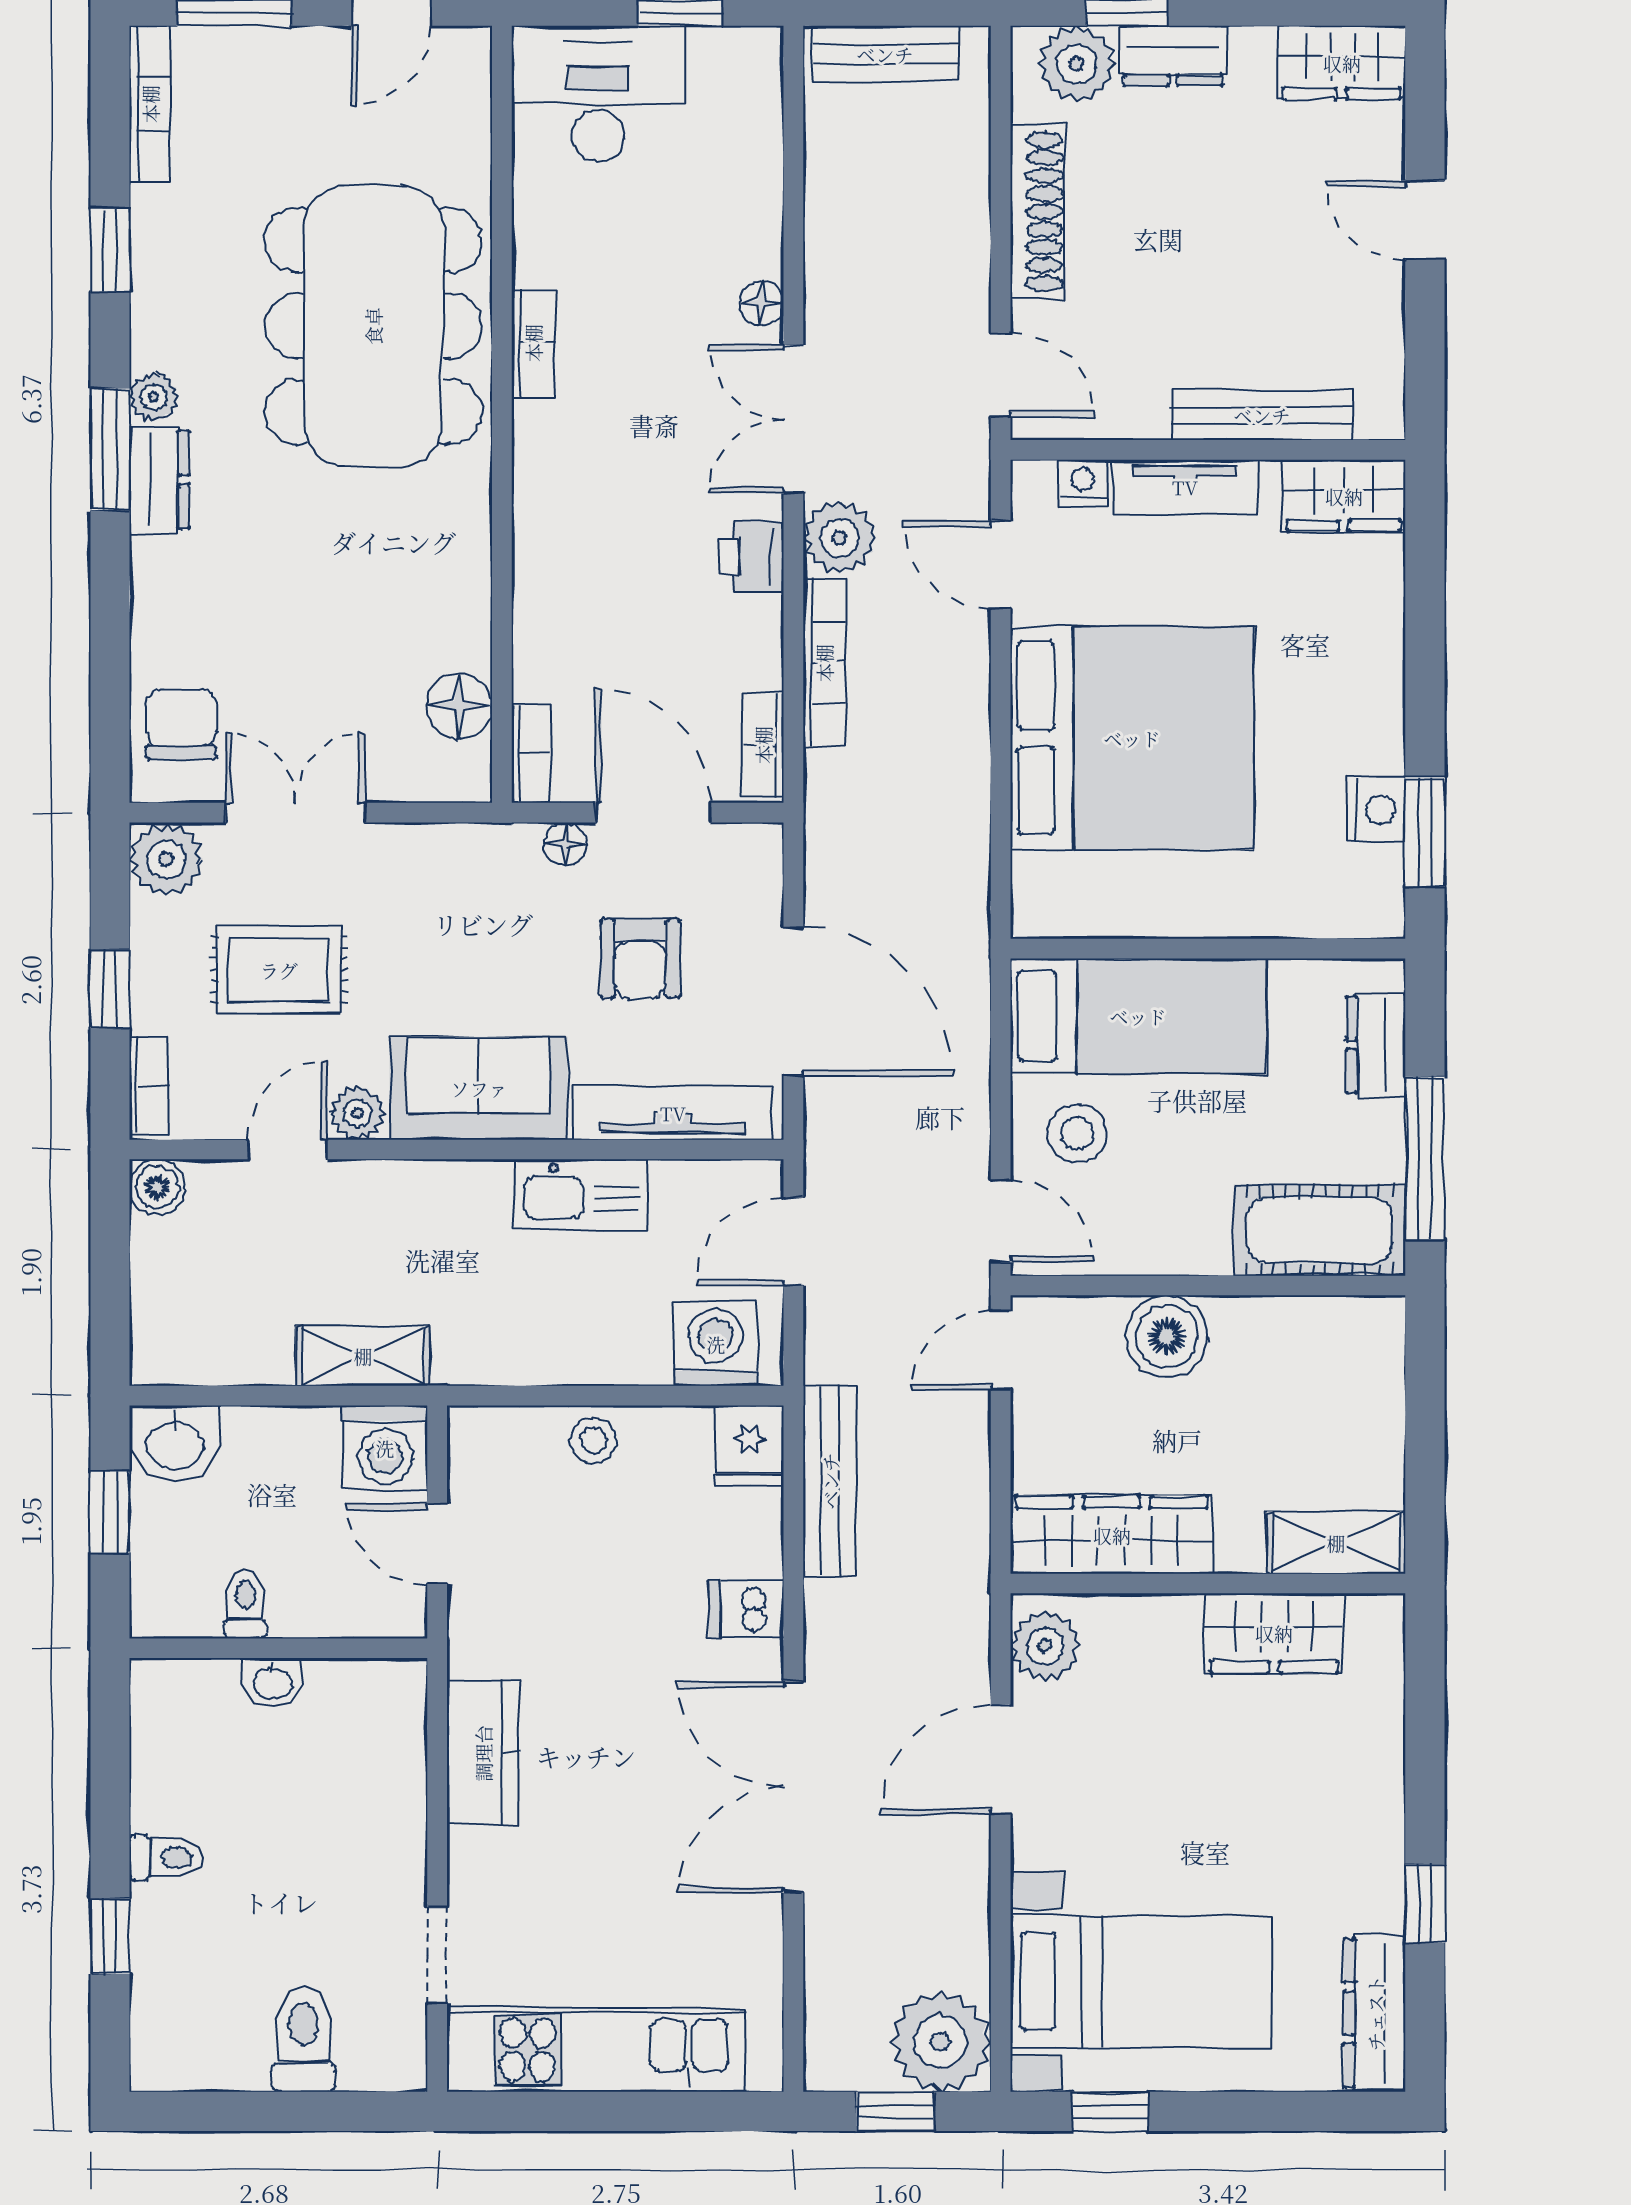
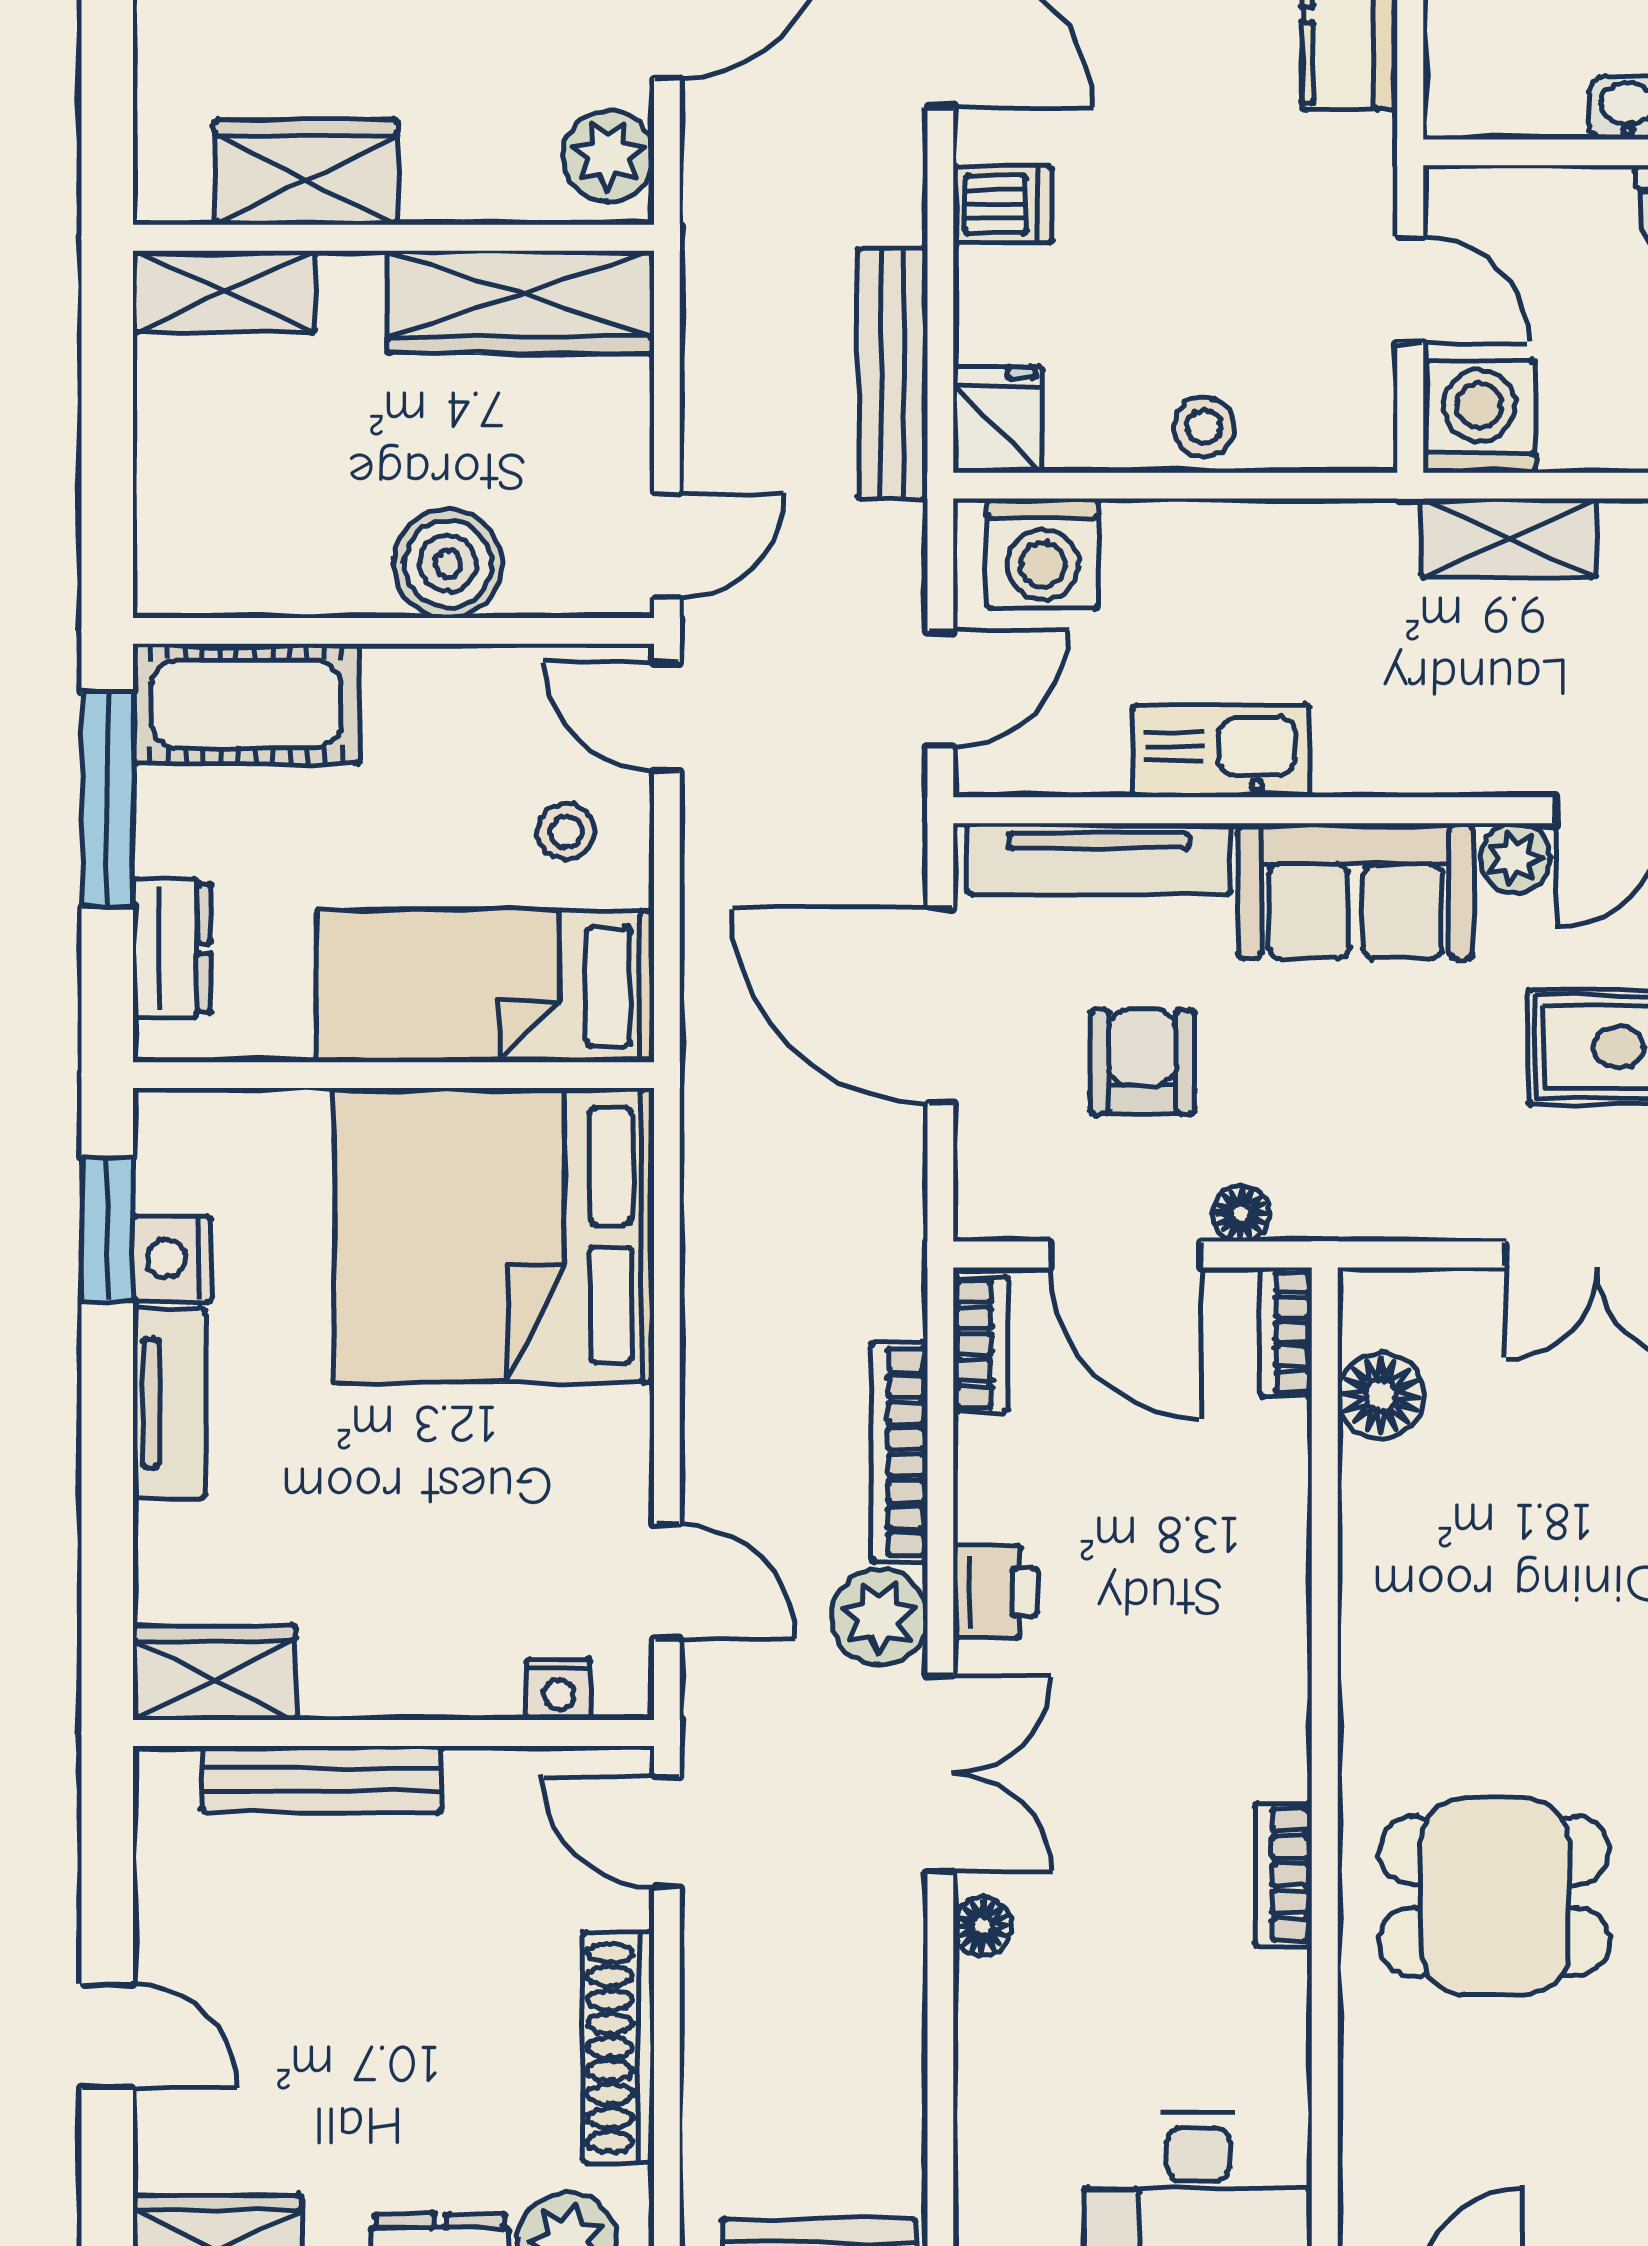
dining table: (373, 326) -> (1494, 1896), width x0.53, depth x0.80
tv unit: (1185, 487) -> (169, 1403), moved, turned 90
bed: (1132, 738) -> (494, 1235), moved
stool: (1077, 1133) -> (566, 831), width x0.73, depth x0.73

